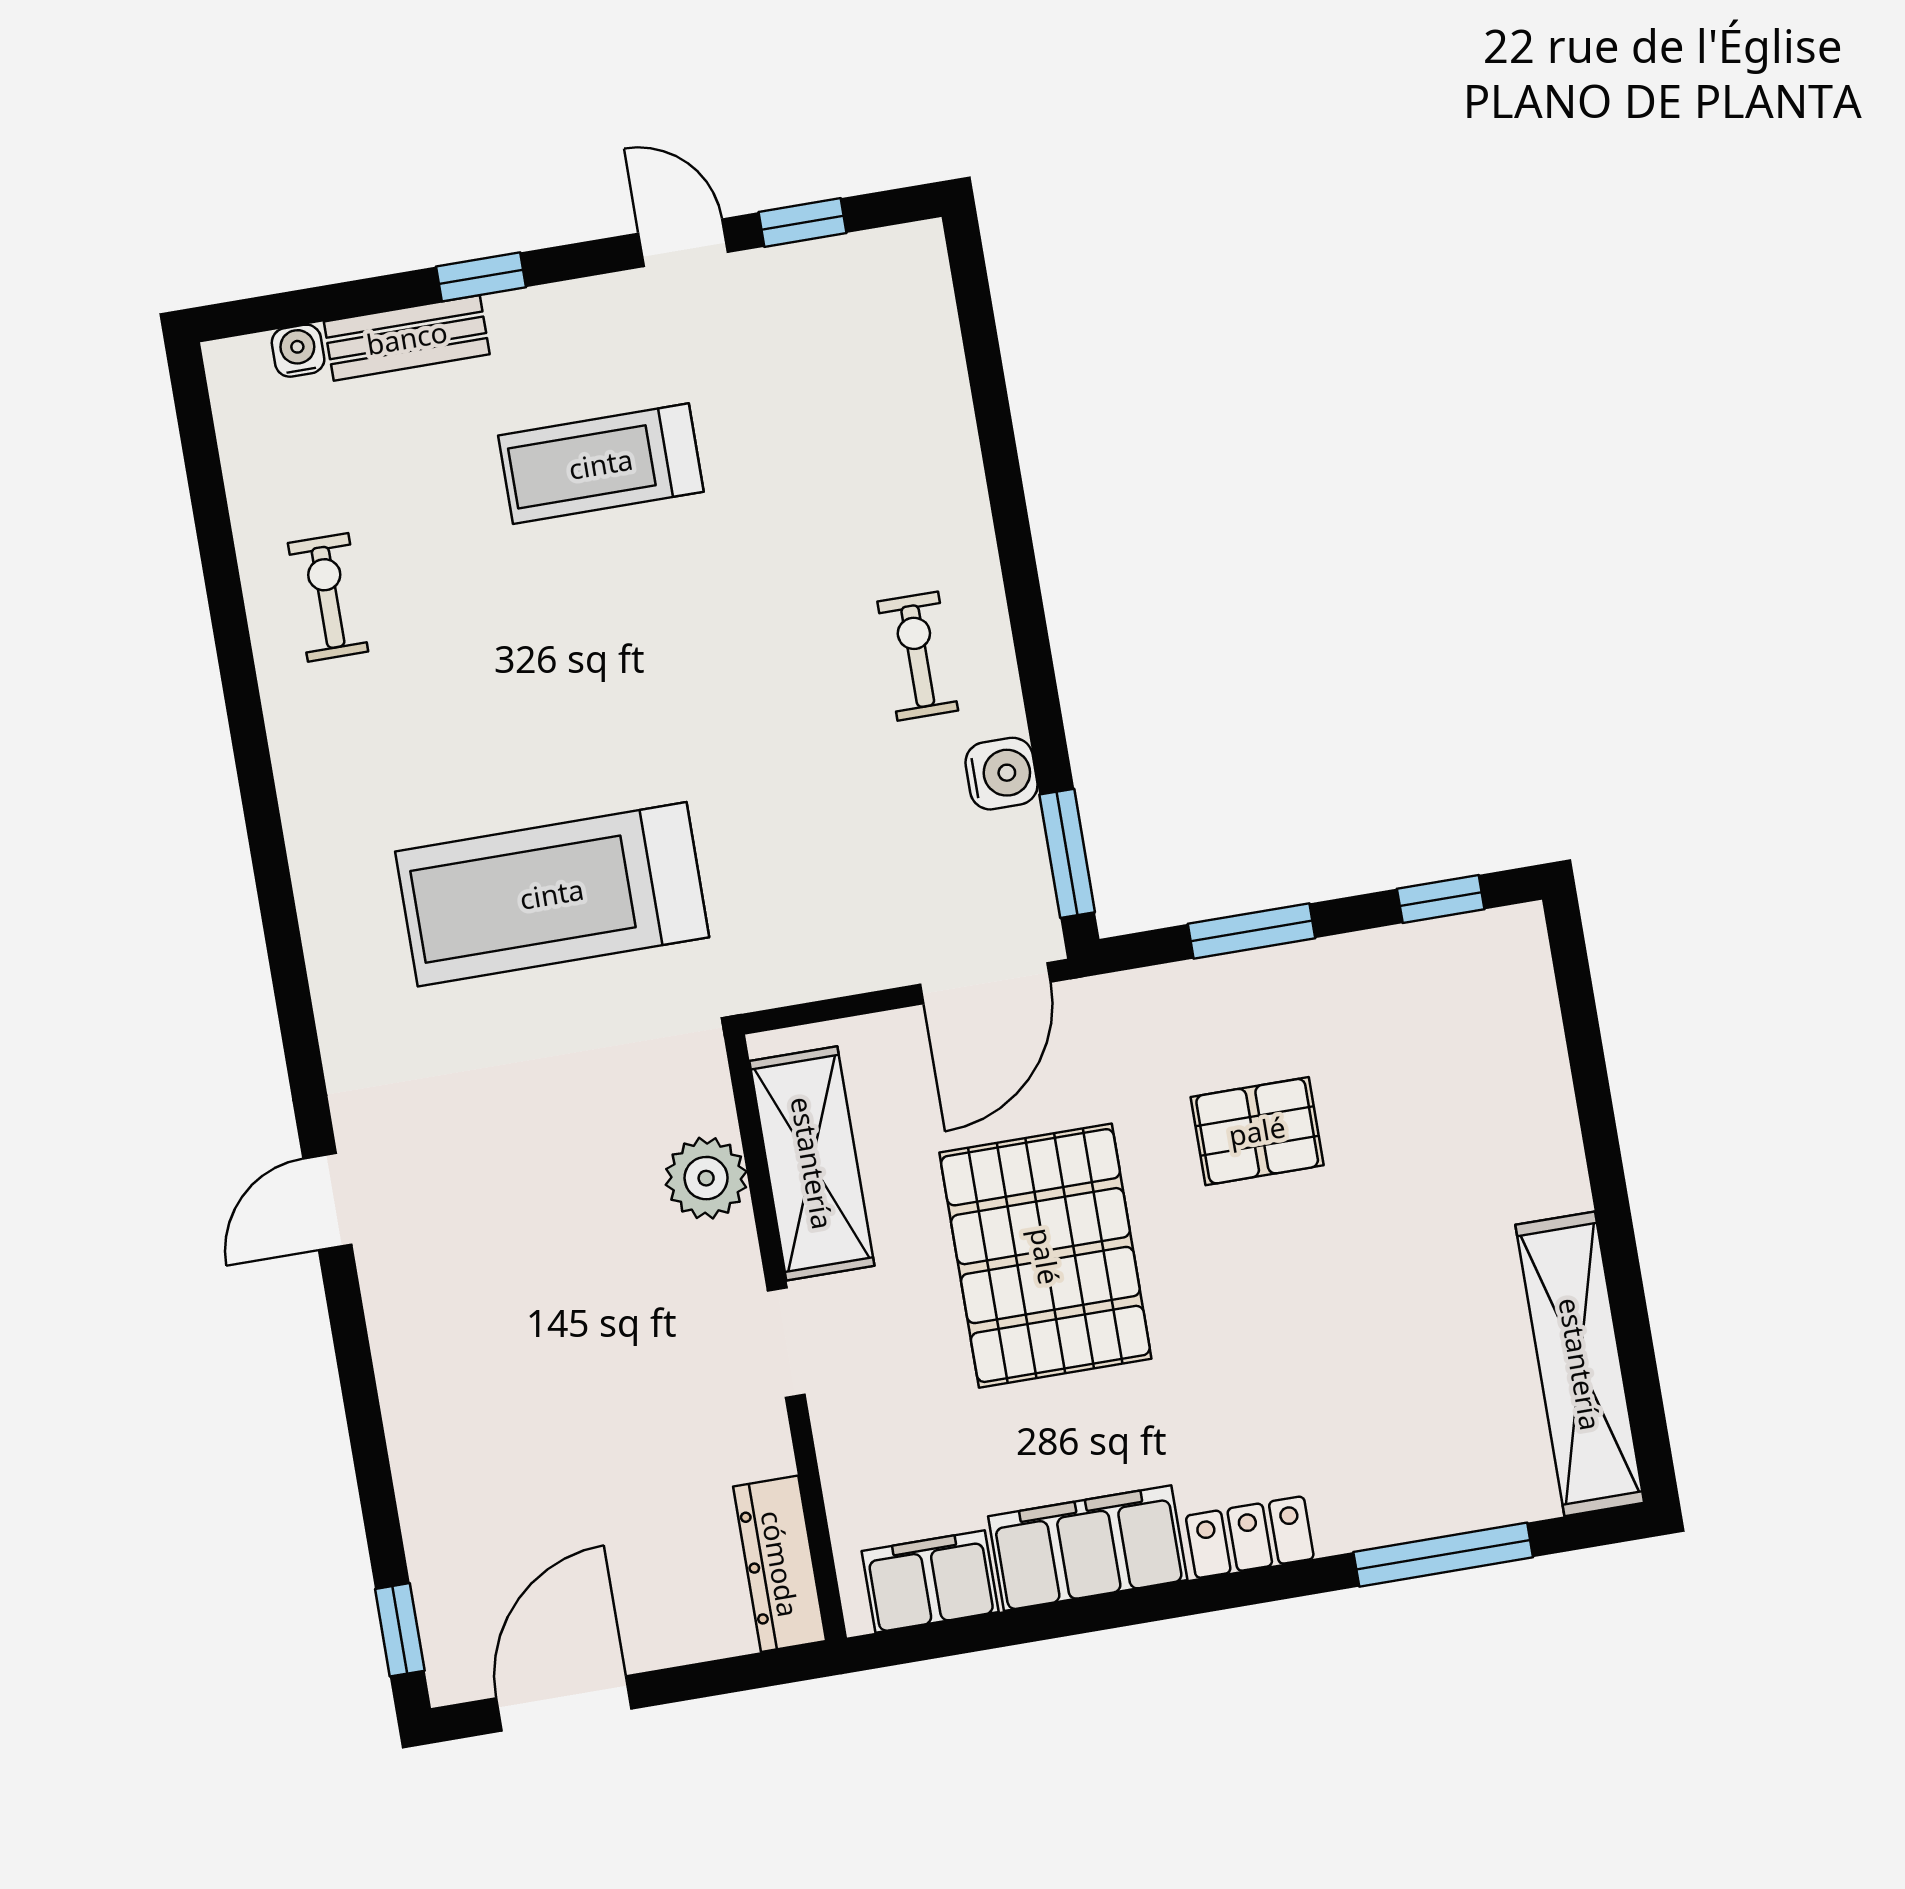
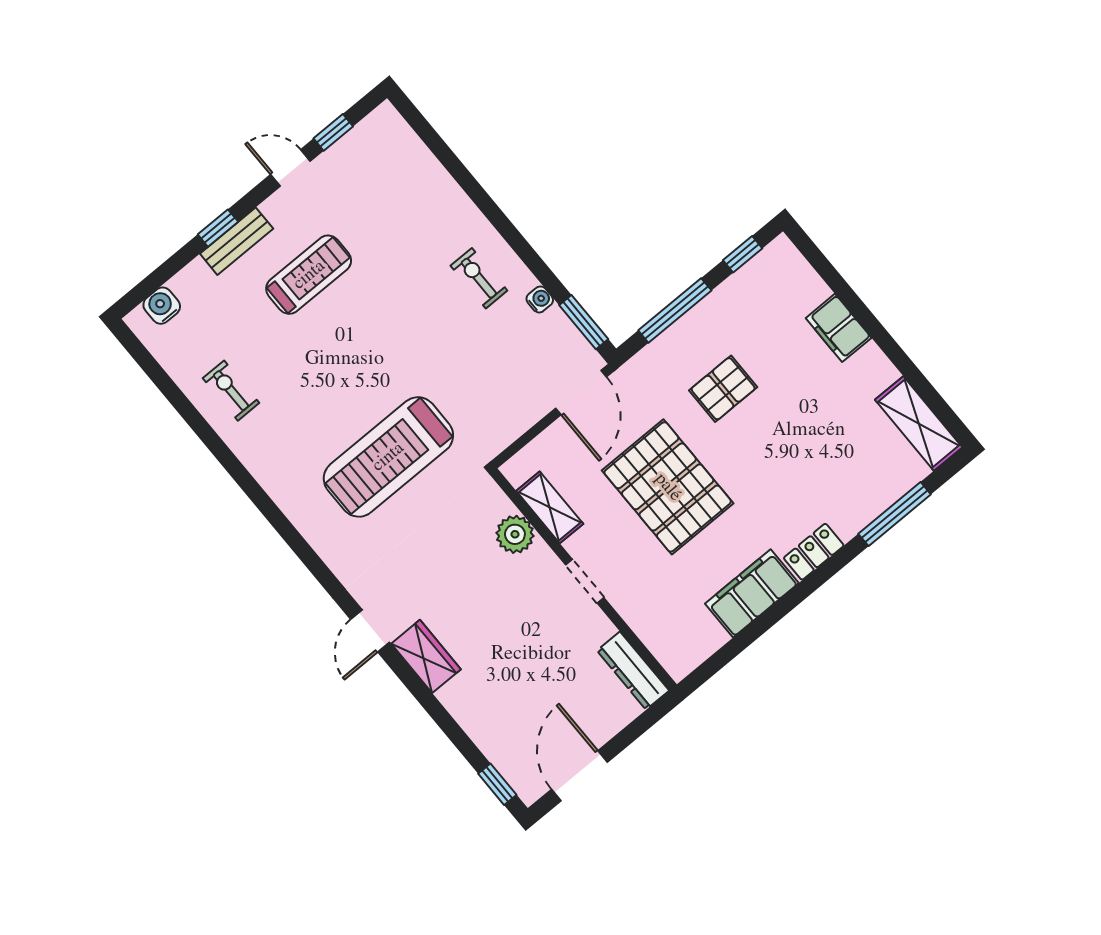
bench: (407, 338) -> (237, 241), moved
water cooler: (298, 351) -> (162, 306), width x1.38, depth x1.38
treadmill: (601, 464) -> (309, 275), turned 180
water cooler: (1002, 774) -> (540, 299), width x0.72, depth x0.72
window: (1252, 931) -> (675, 310), width x1.44
shelving: (812, 1163) -> (550, 507), width x0.67, depth x0.75
wardrobe: (405, 1311) -> (426, 656), added
shelving: (1580, 1364) -> (919, 423), width x0.68
filing cabinet: (930, 1581) -> (839, 328), moved, turned -90

